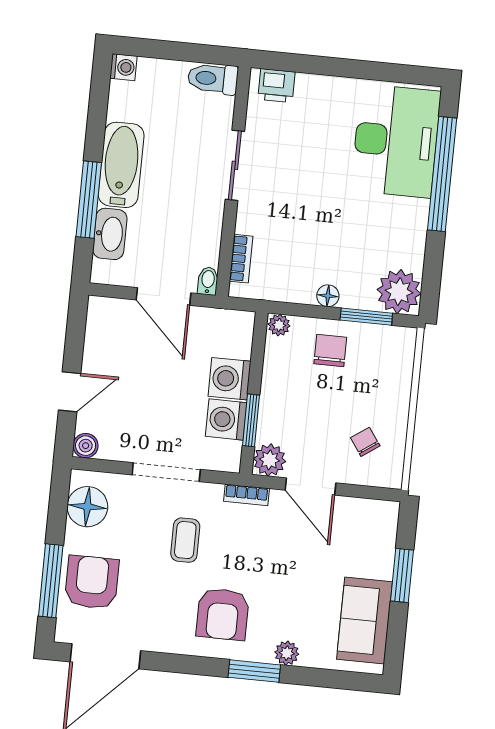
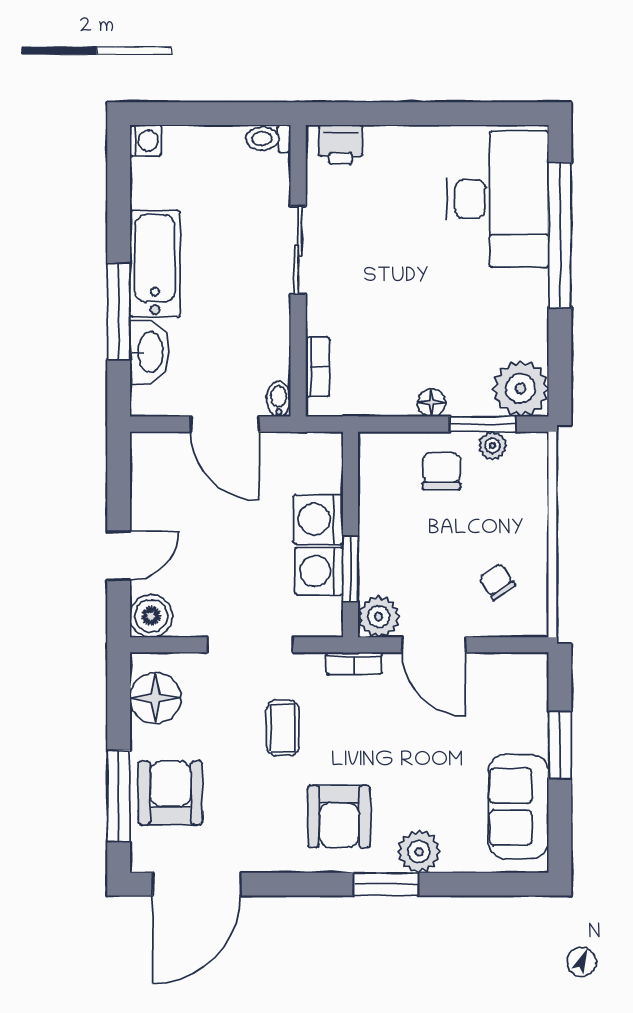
toilet: (213, 79) -> (268, 139), width x0.73, depth x0.72
plant: (279, 325) -> (492, 446), moved
boiler: (86, 446) -> (151, 616), width x1.36, depth x1.36
plant: (287, 653) -> (419, 852), width x1.38, depth x1.38

